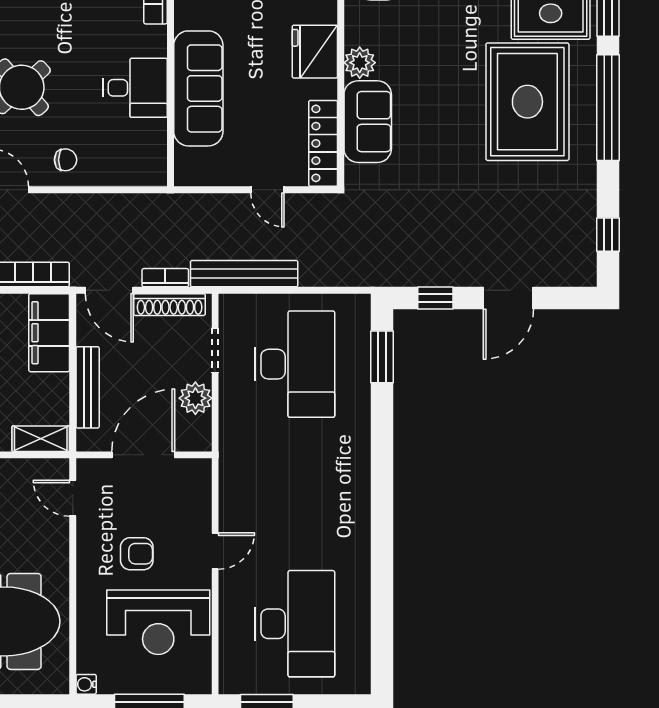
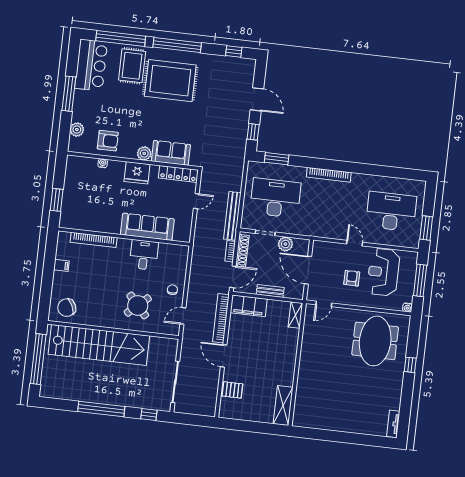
bench: (88, 387) -> (270, 291), width x0.73
bookcase: (360, 476) -> (329, 175), added
reception desk: (158, 622) -> (383, 272), turned 180

